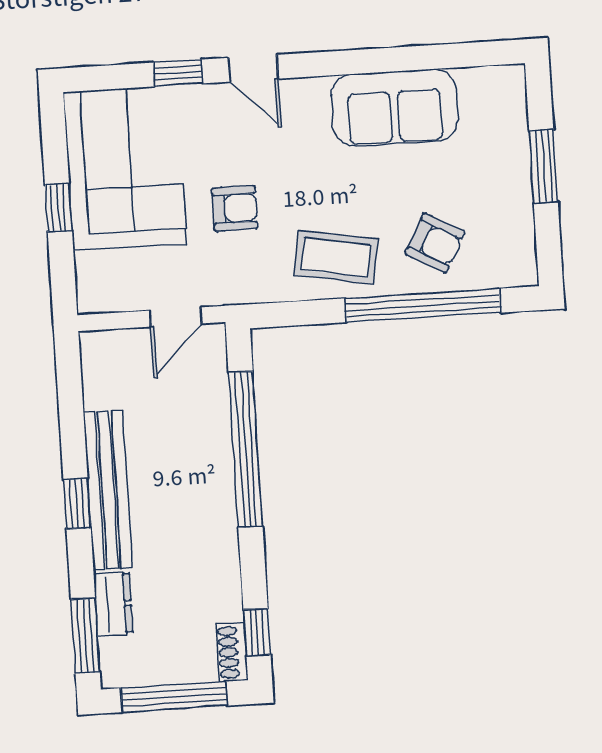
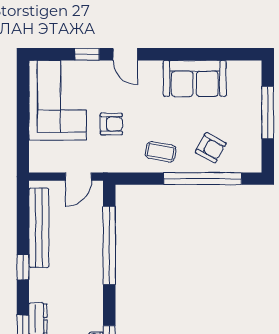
window: (544, 166) -> (268, 113), width x1.44
window: (58, 208) -> (23, 118), removed
coffee table: (336, 257) -> (161, 152), width x0.73, depth x0.77
bench: (108, 490) -> (39, 228), moved

